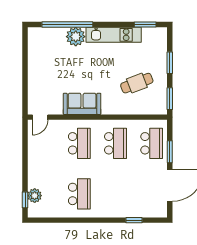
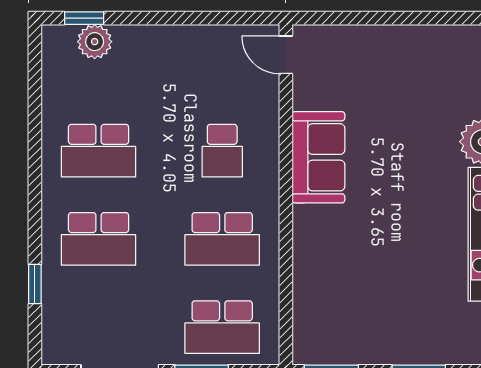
cafe table: (137, 83) -> (369, 291), removed
school desk: (79, 143) -> (222, 151), width x0.54
school desk: (115, 194) -> (99, 239), added

